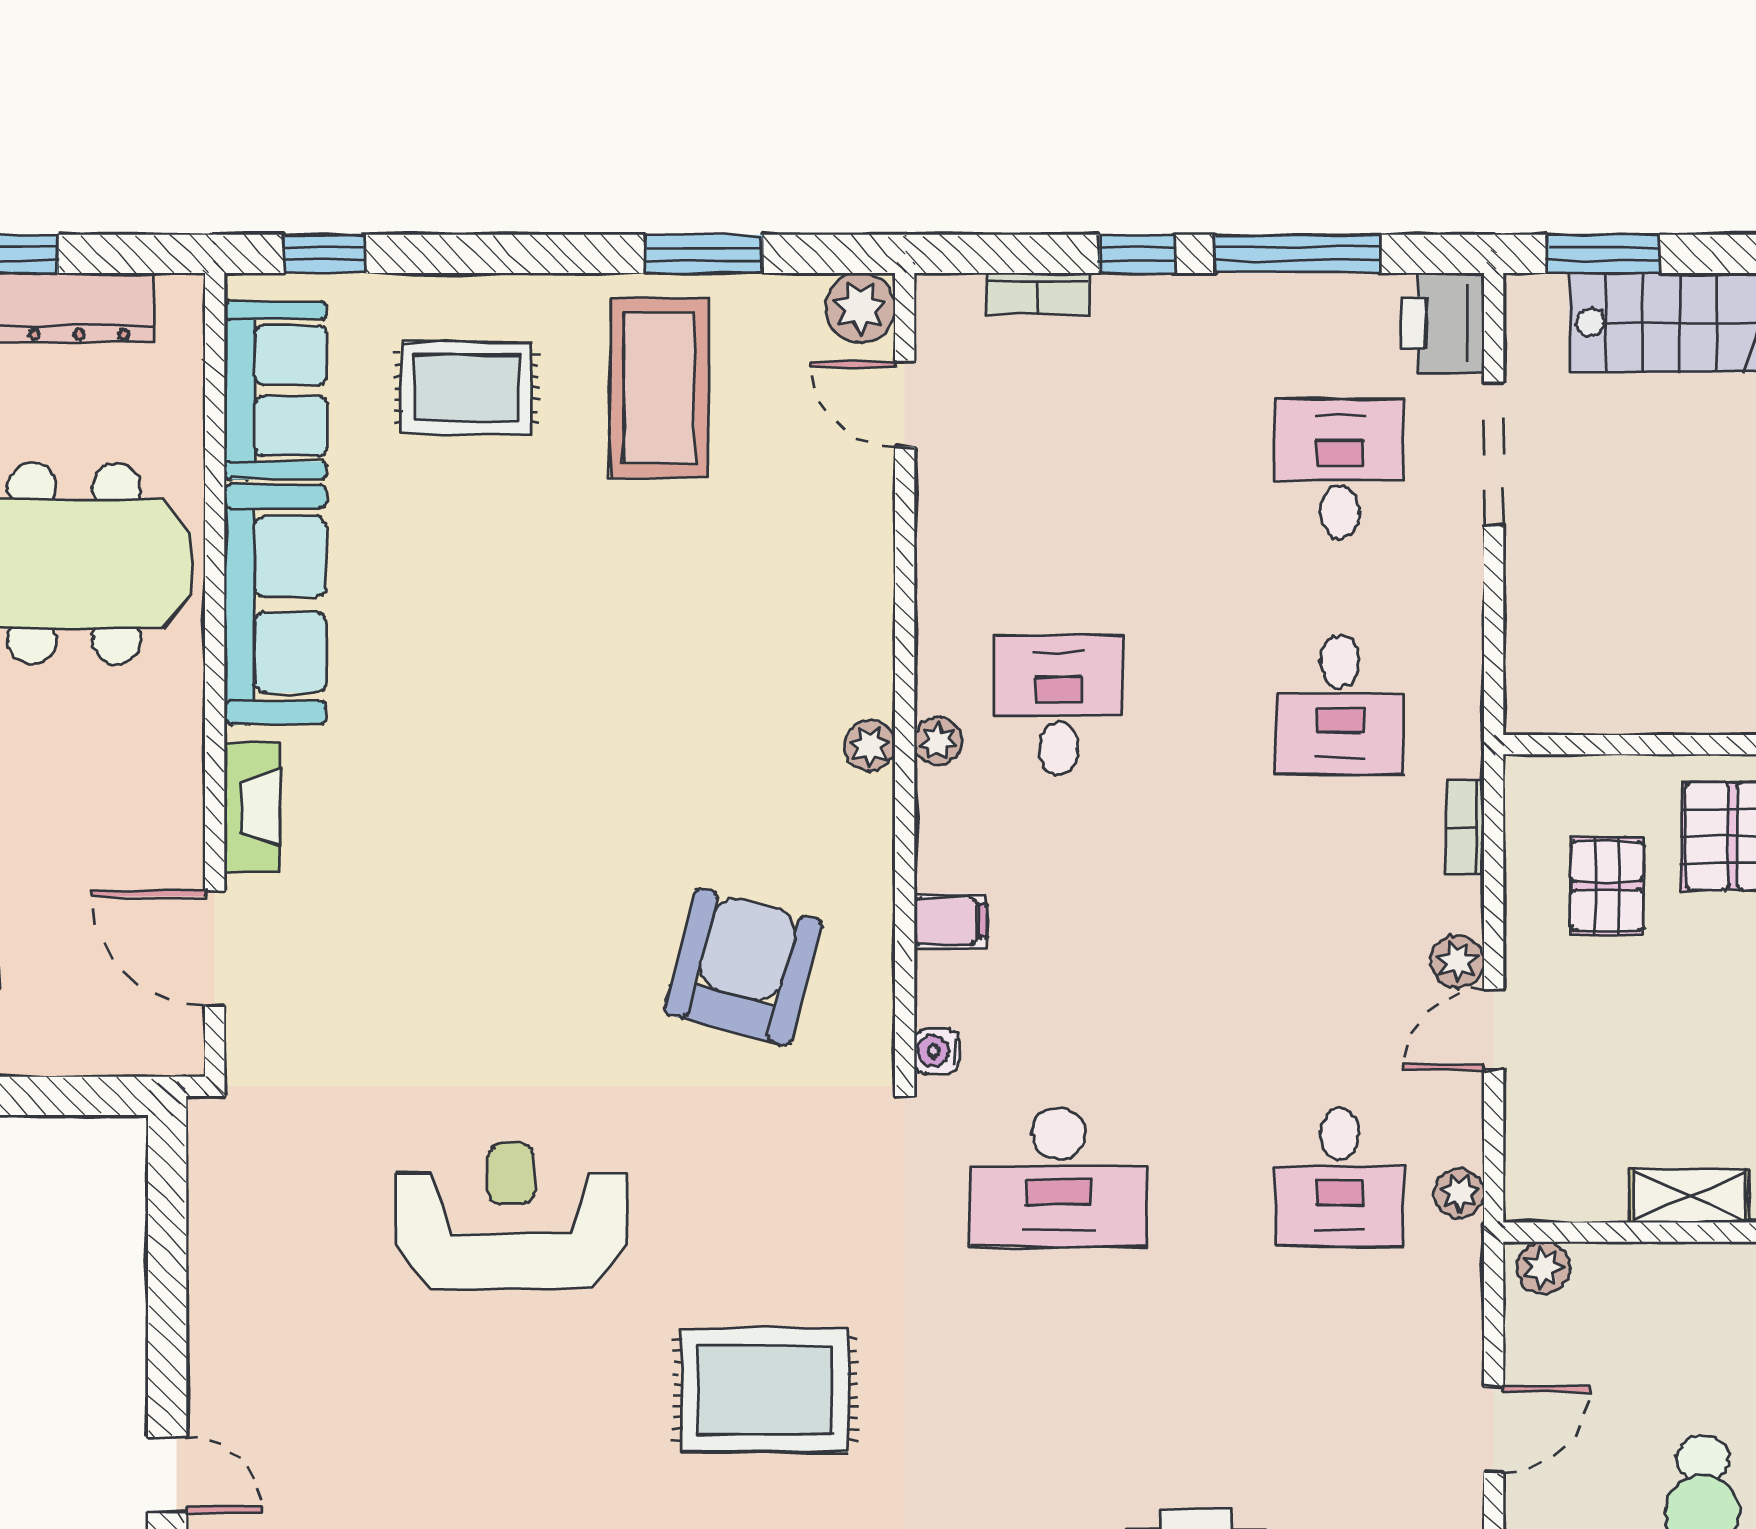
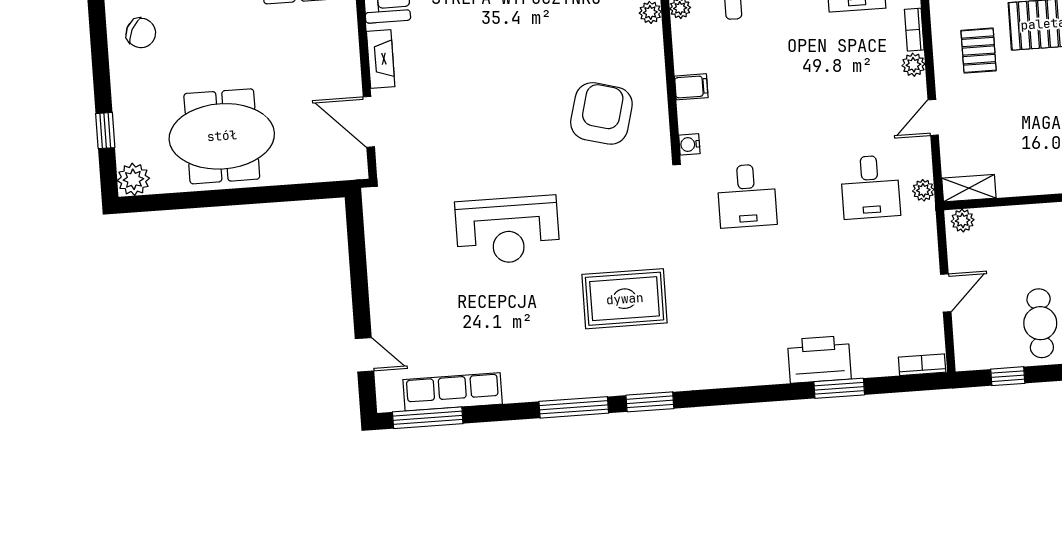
plant: (1457, 961) -> (913, 65), moved
desk: (1059, 1177) -> (747, 196), width x0.73
shelving: (1689, 1196) -> (969, 188), moved
reception desk: (511, 1216) -> (507, 230), turned 180

